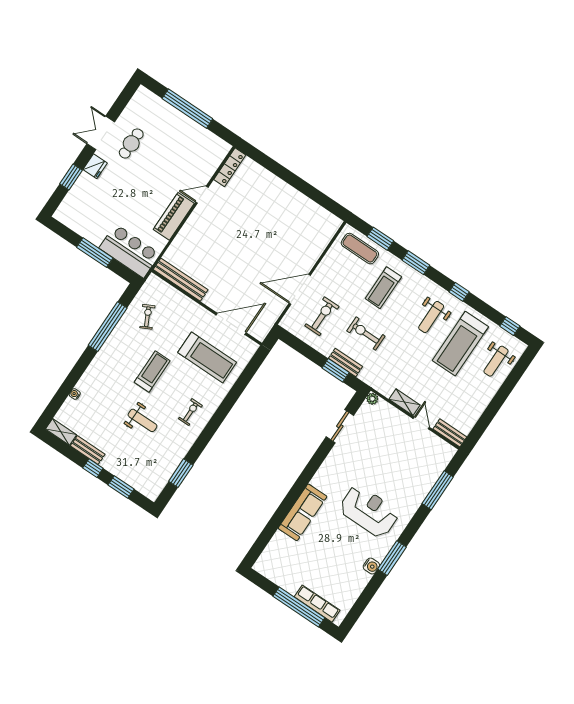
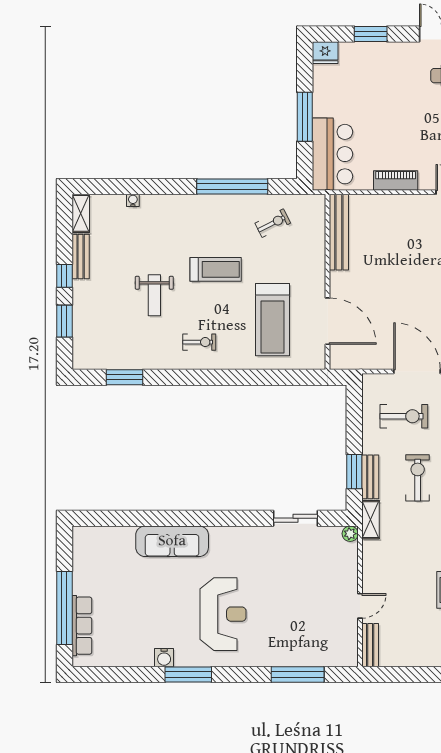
fridge: (95, 166) -> (325, 53), moved
piano: (174, 216) -> (396, 181), width x0.73, depth x0.75
shelving: (405, 402) -> (370, 520), moved

